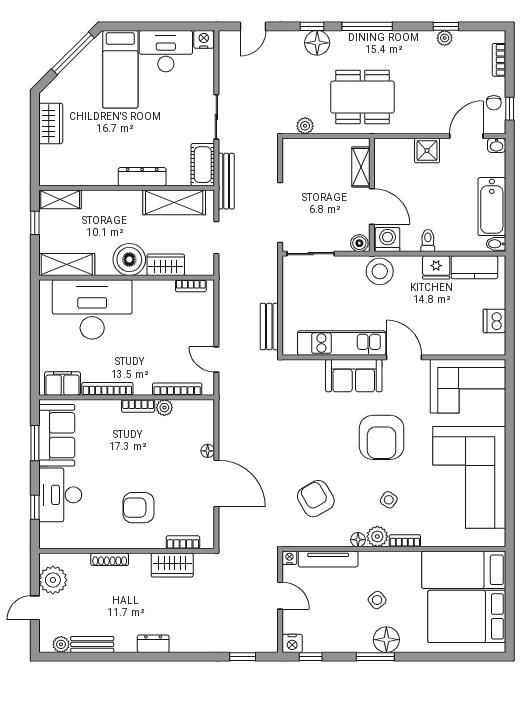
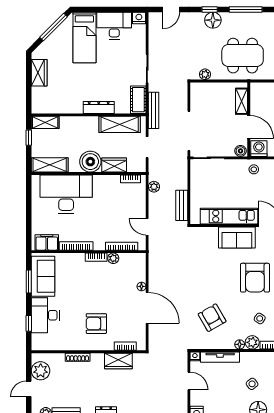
stool: (380, 271) -> (254, 169), width x0.53, depth x0.53
plant: (227, 298) -> (154, 187), added

